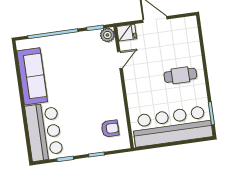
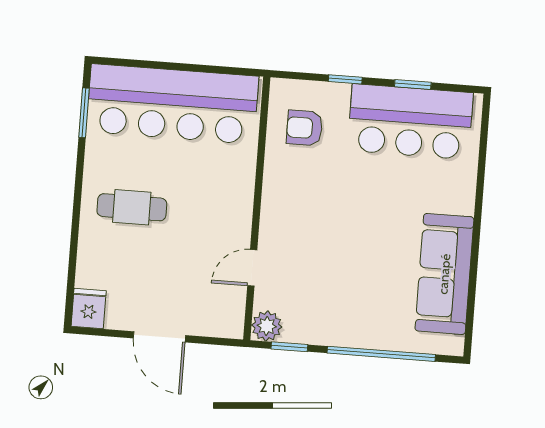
fridge: (127, 33) -> (89, 308), moved, turned 90
bar counter: (44, 132) -> (410, 122), moved, turned -90

